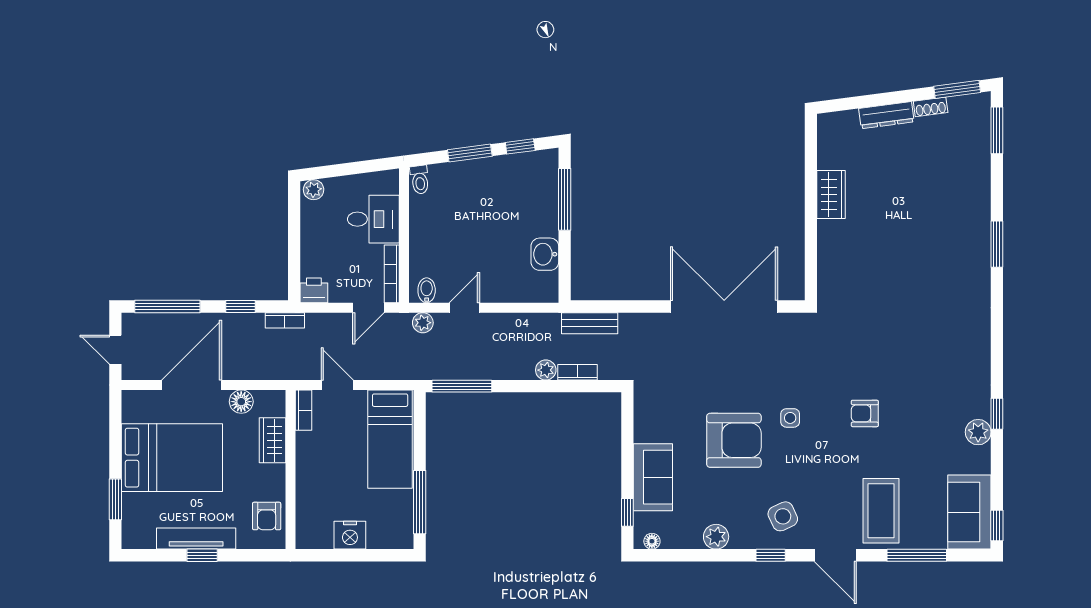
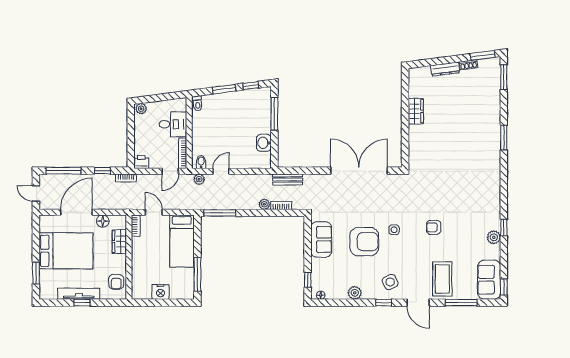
sofa: (653, 477) -> (321, 239), moved

